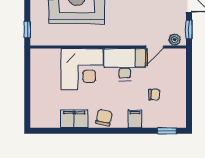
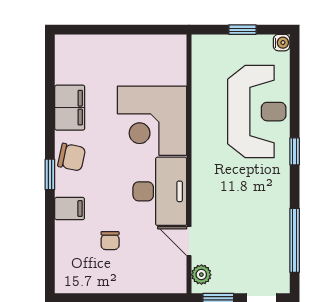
window: (27, 29) -> (242, 30), moved
window: (167, 131) -> (50, 174), moved

